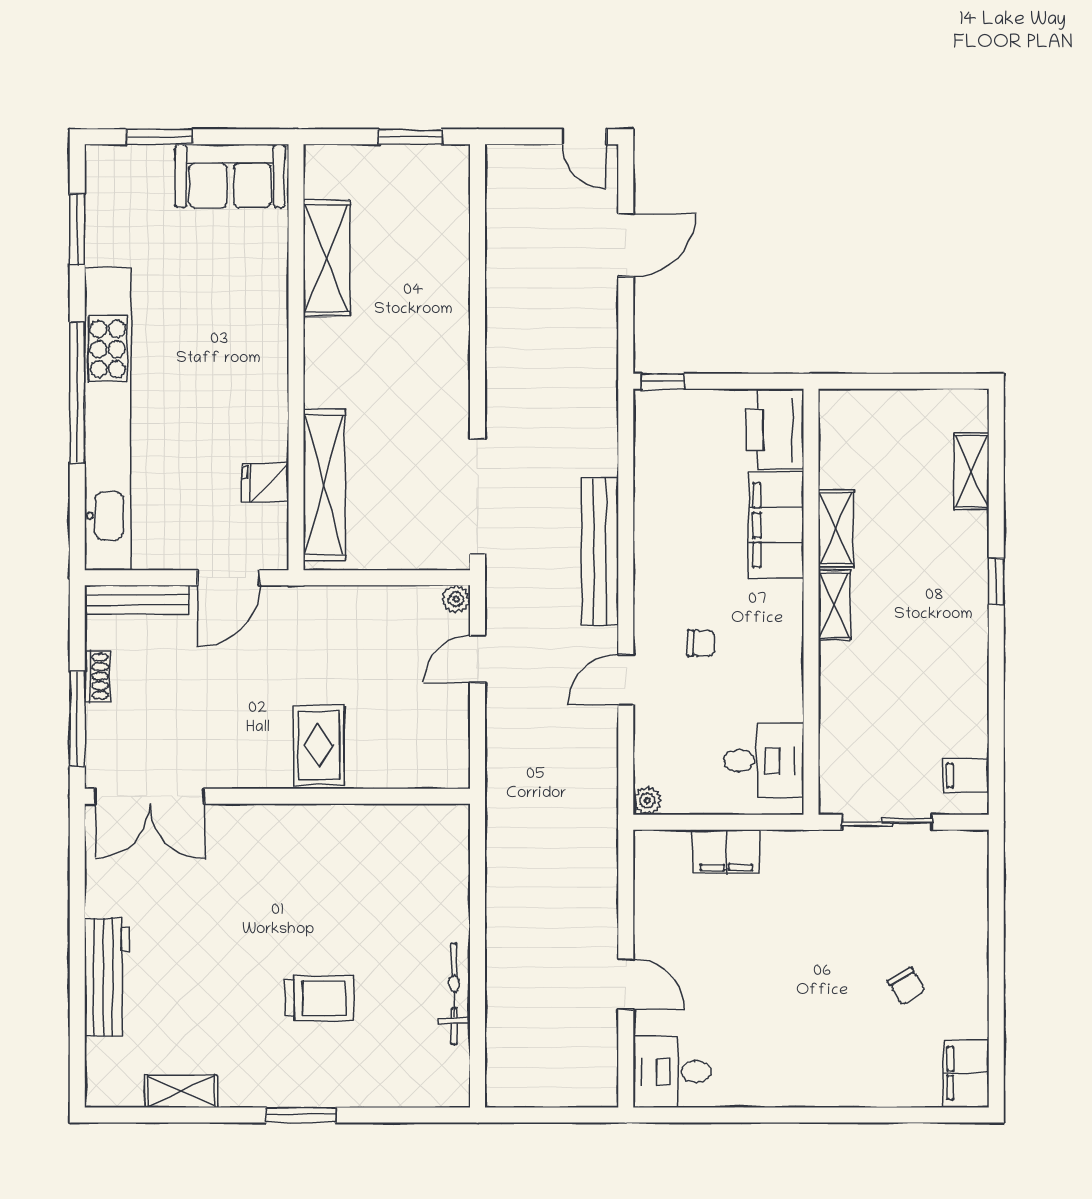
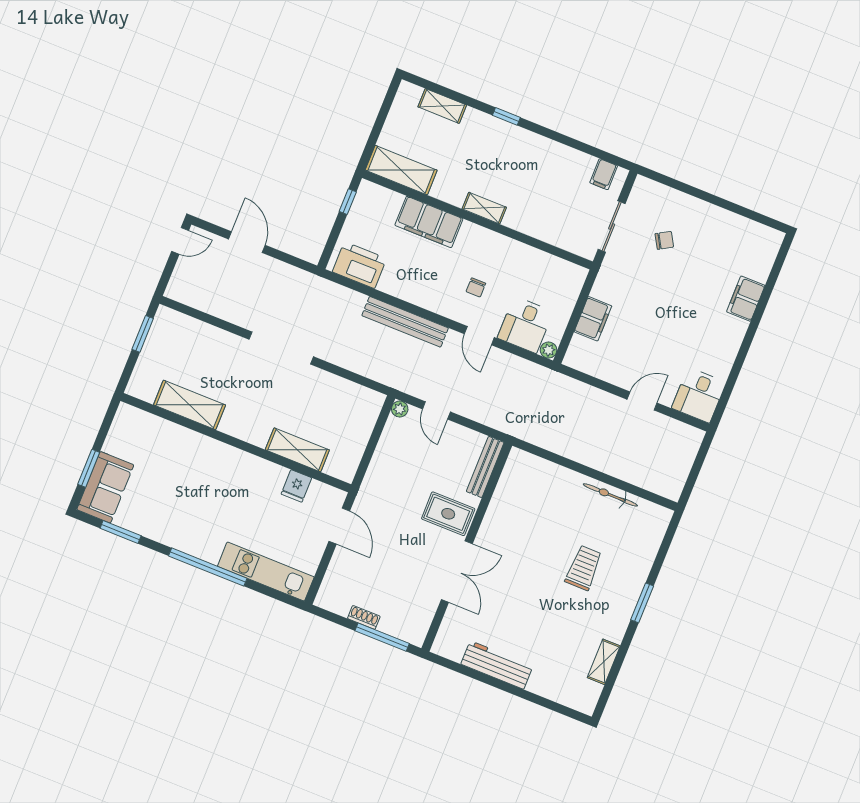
sofa: (230, 176) -> (105, 487), moved
window: (662, 381) -> (348, 202), moved
kitchen unit: (108, 419) -> (266, 572), width x0.54
printer: (775, 429) -> (359, 265), moved, turned 180
shelving: (324, 485) -> (297, 450), width x0.68
doorway: (477, 497) -> (281, 348), moved
shelving: (836, 528) -> (401, 170), moved, width x1.50, depth x1.33
bench: (137, 600) -> (485, 467), moved
chair: (701, 643) -> (476, 287), turned 180
desk: (764, 761) -> (525, 325), moved, turned 180
double door: (150, 796) -> (457, 572), moved
workbench: (107, 977) -> (497, 665), moved
chair: (906, 986) -> (664, 240), moved
filing cabinet: (966, 1073) -> (746, 299), moved, turned 90

